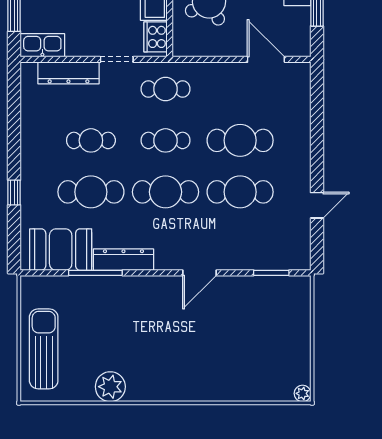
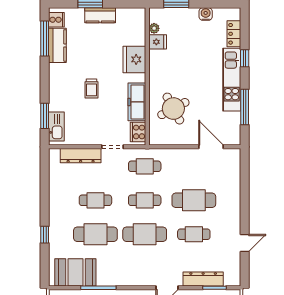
kitchen sink: (42, 45) -> (56, 127), moved, turned 90
cafe table: (240, 192) -> (194, 234), width x0.73, depth x0.74
dresser: (123, 260) -> (203, 279), moved

